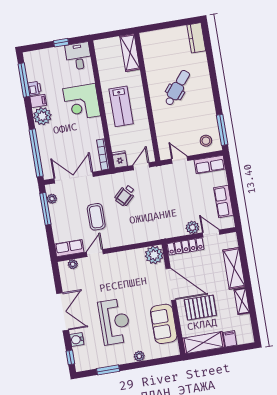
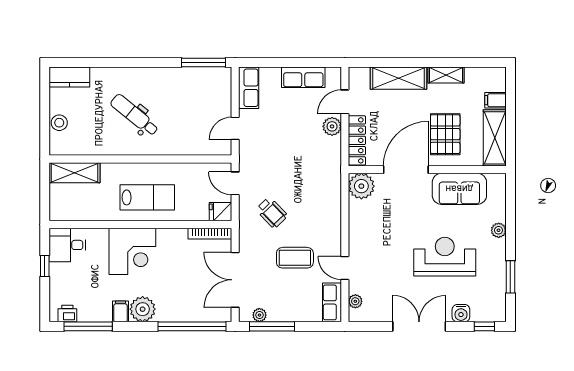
printer: (34, 88) -> (67, 314), moved
stool: (206, 141) -> (59, 123), moved

